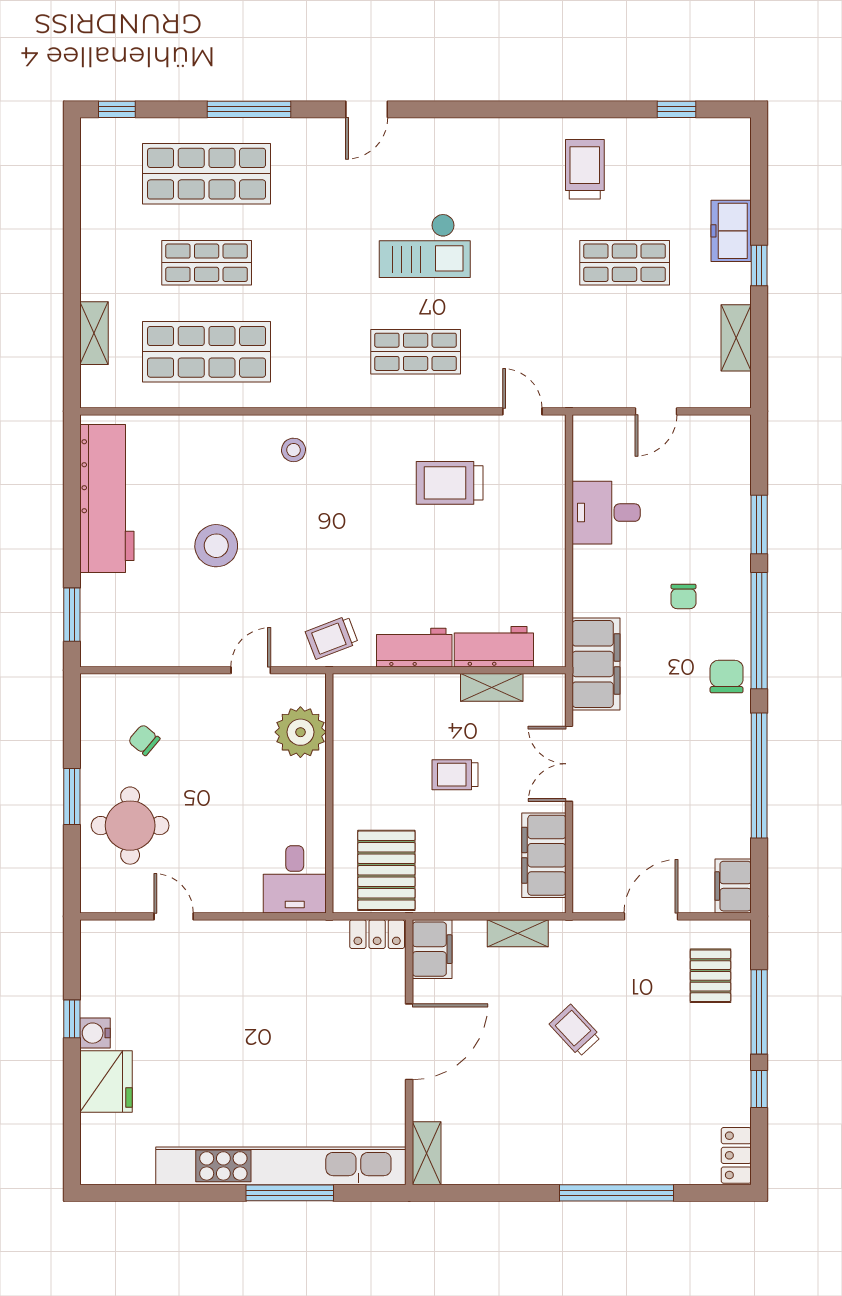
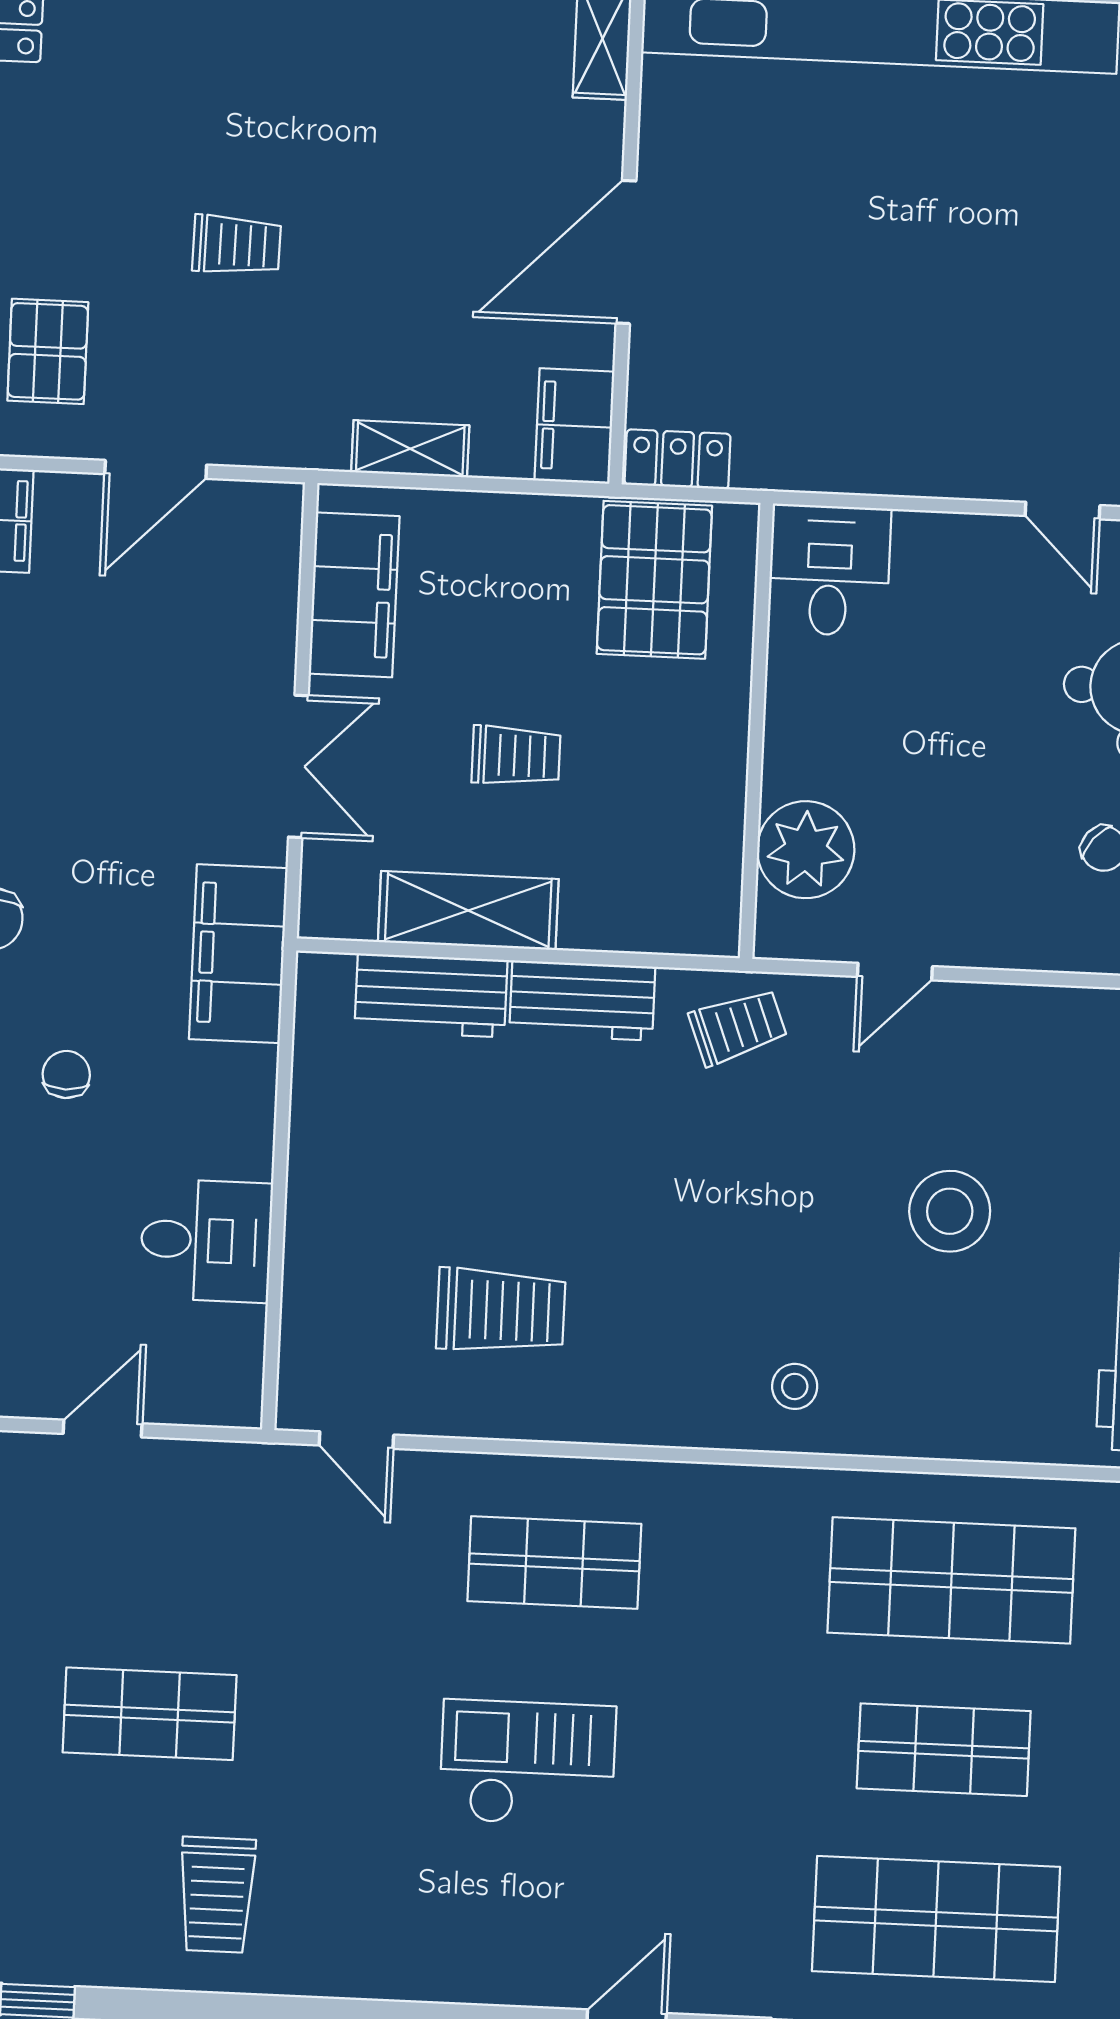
shelving: (492, 687) -> (468, 911), width x1.50, depth x1.33
trolley: (575, 1031) -> (237, 245), moved, turned -46

